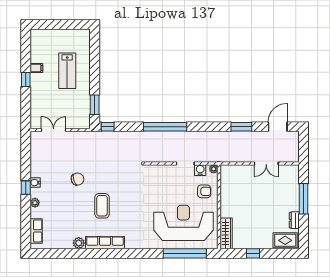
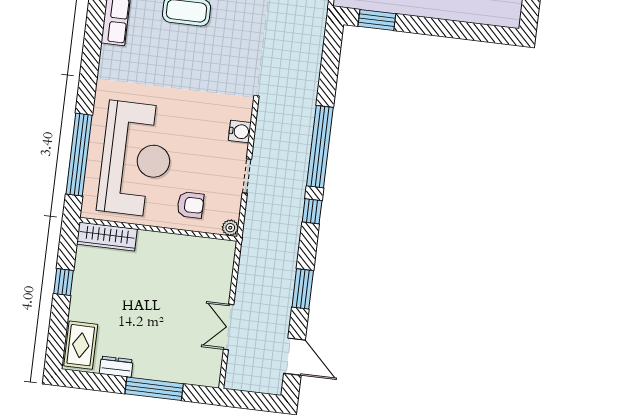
window: (108, 127) -> (312, 211), moved
water cooler: (200, 170) -> (240, 131), moved
armchair: (204, 191) -> (190, 205), turned -90

